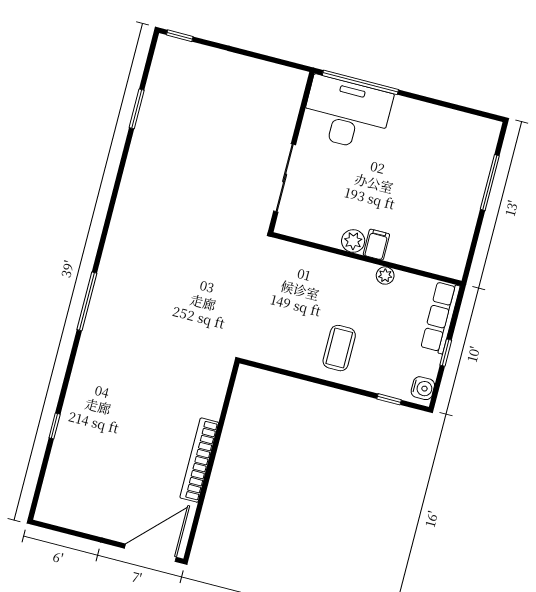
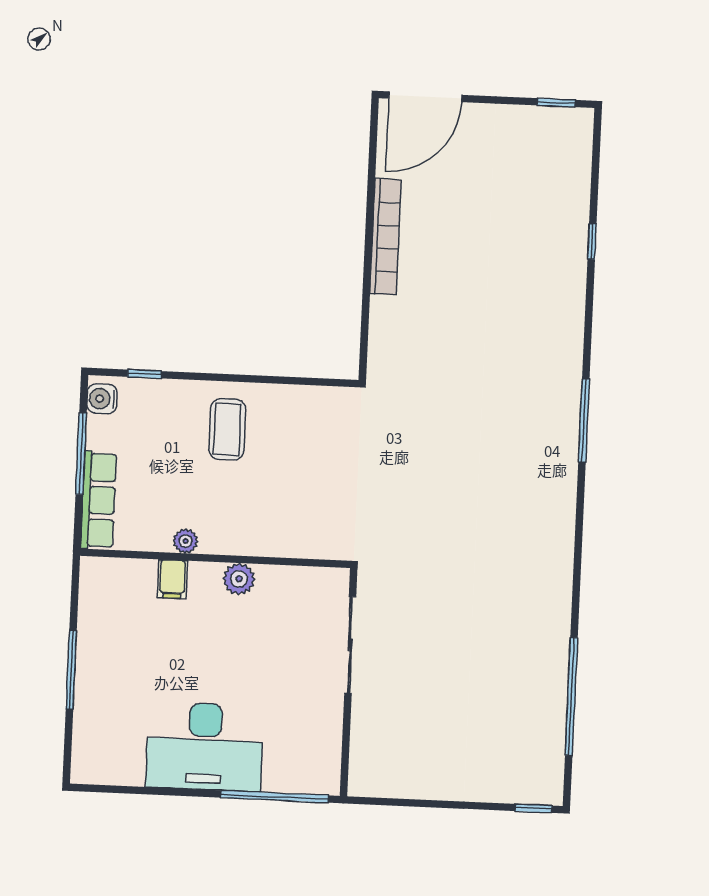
window: (137, 109) -> (571, 697), width x2.11
desk: (347, 114) -> (205, 747), moved
window: (490, 183) -> (71, 670), moved
filing cabinet: (376, 245) -> (172, 579), moved
window: (446, 353) -> (81, 454), width x2.17
window: (59, 529) -> (556, 103), added

